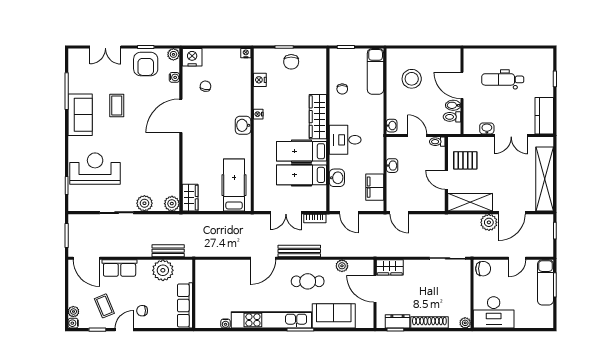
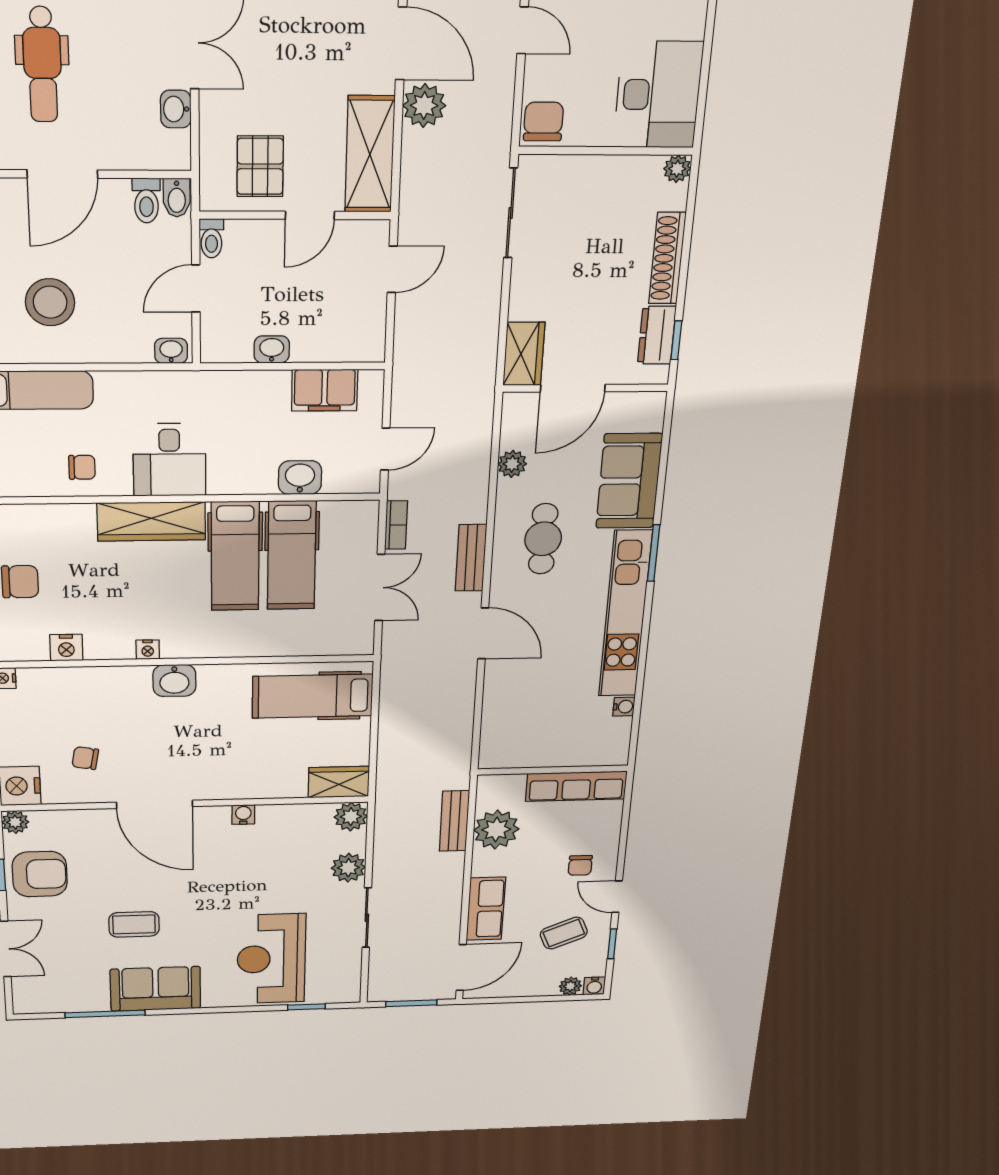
water cooler: (174, 77) -> (243, 815), moved
bidet: (453, 105) -> (177, 198), moved
desk: (345, 140) -> (169, 460), moved
door: (399, 213) -> (392, 269), moved
bench: (299, 251) -> (471, 558), width x0.73

